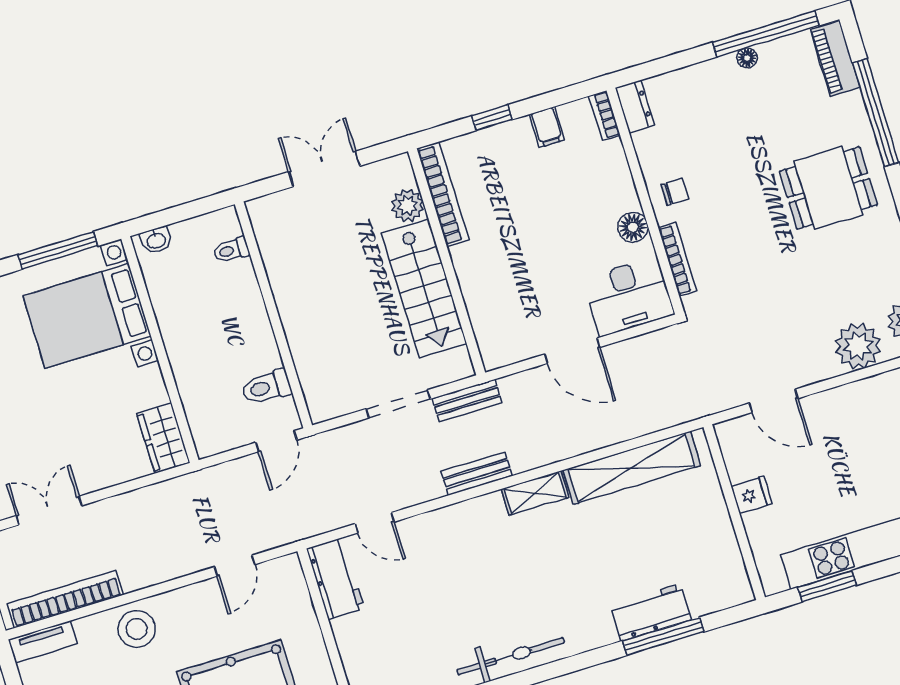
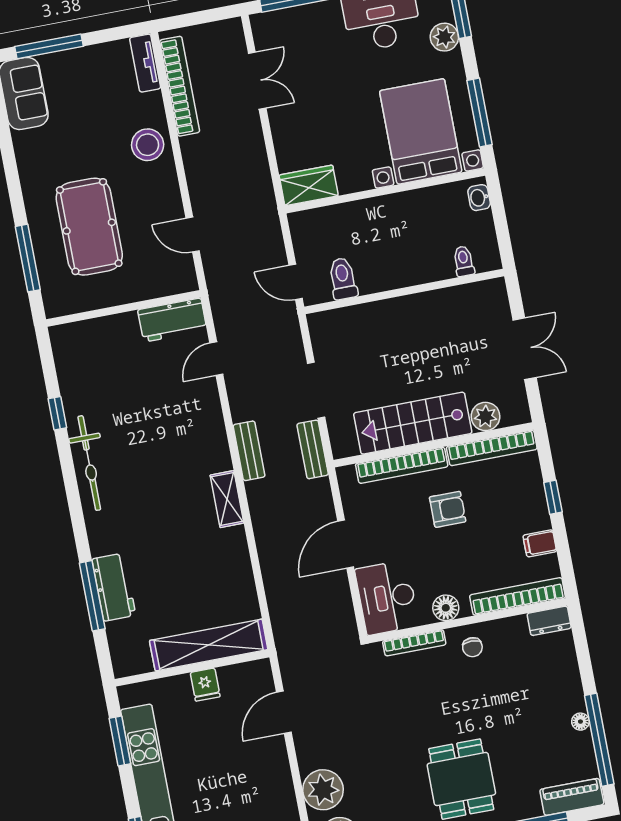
bookcase: (605, 116) -> (518, 596), width x2.31, depth x1.31
armchair: (519, 238) -> (448, 509), added
bookcase: (474, 296) -> (402, 465), added
shelving: (632, 468) -> (209, 645), moved, turned 90

